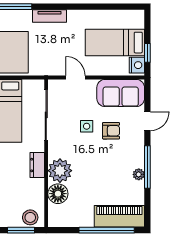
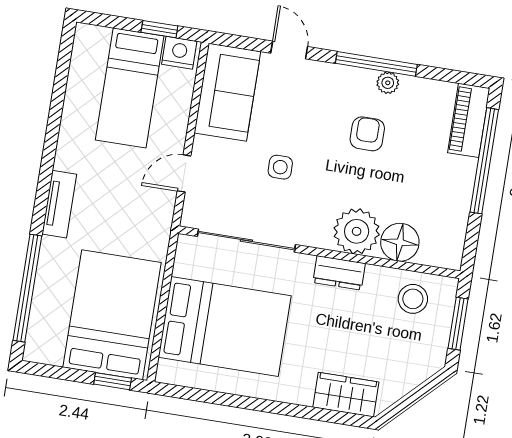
armchair: (111, 131) -> (367, 134), moved
piano: (119, 216) -> (469, 120), width x0.73, depth x0.75
stool: (30, 217) -> (413, 299), moved

